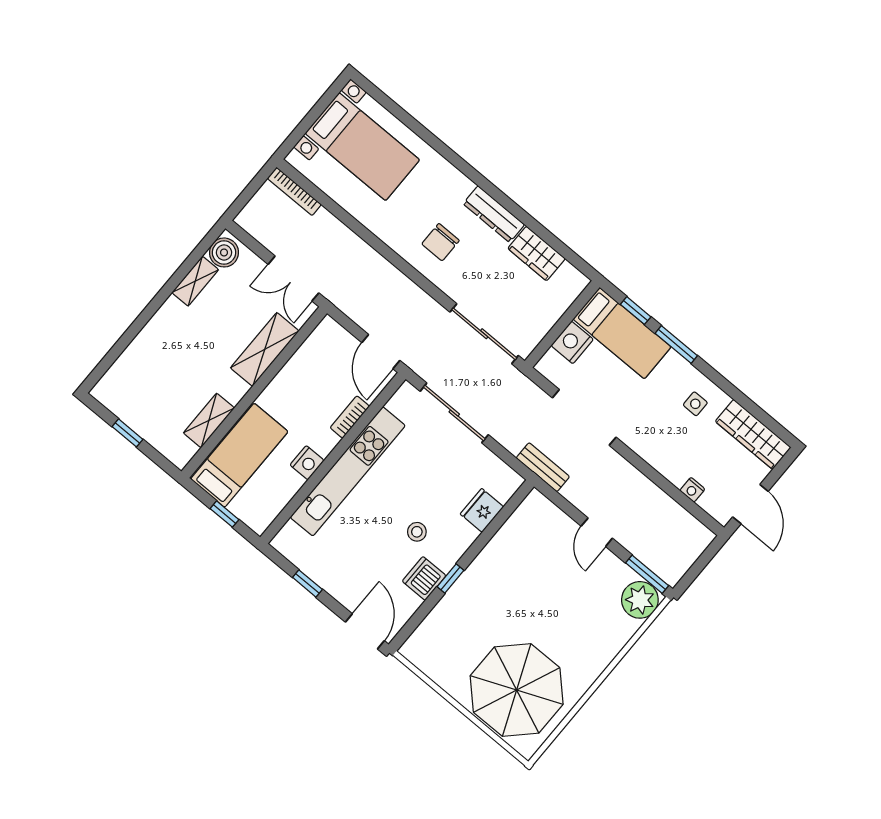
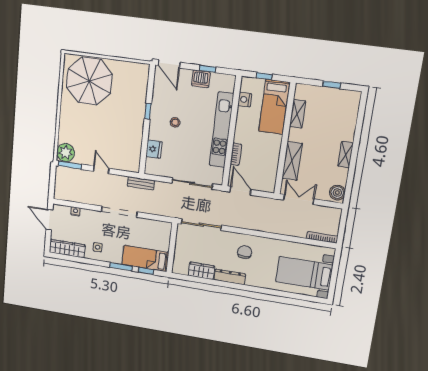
shelving: (195, 281) -> (346, 155), moved
nightstand: (572, 342) -> (163, 243), removed
doorway: (584, 417) -> (119, 212), moved
nightstand: (307, 463) -> (245, 100), moved
dishwasher: (424, 578) -> (201, 79), moved, turned 90

